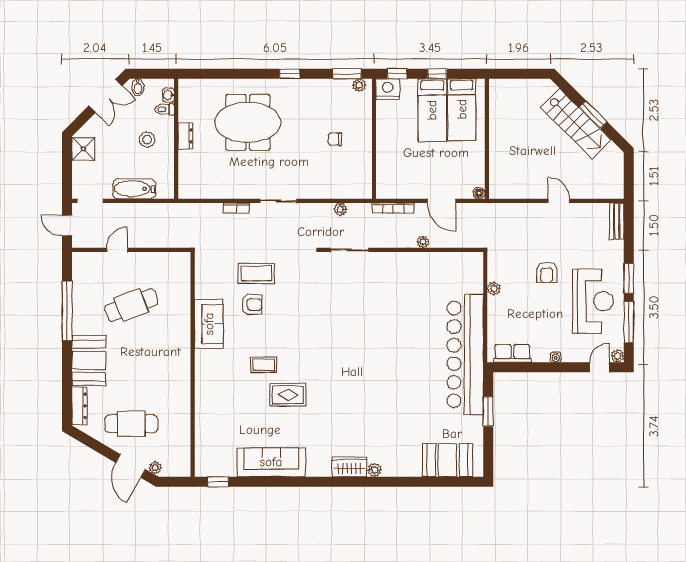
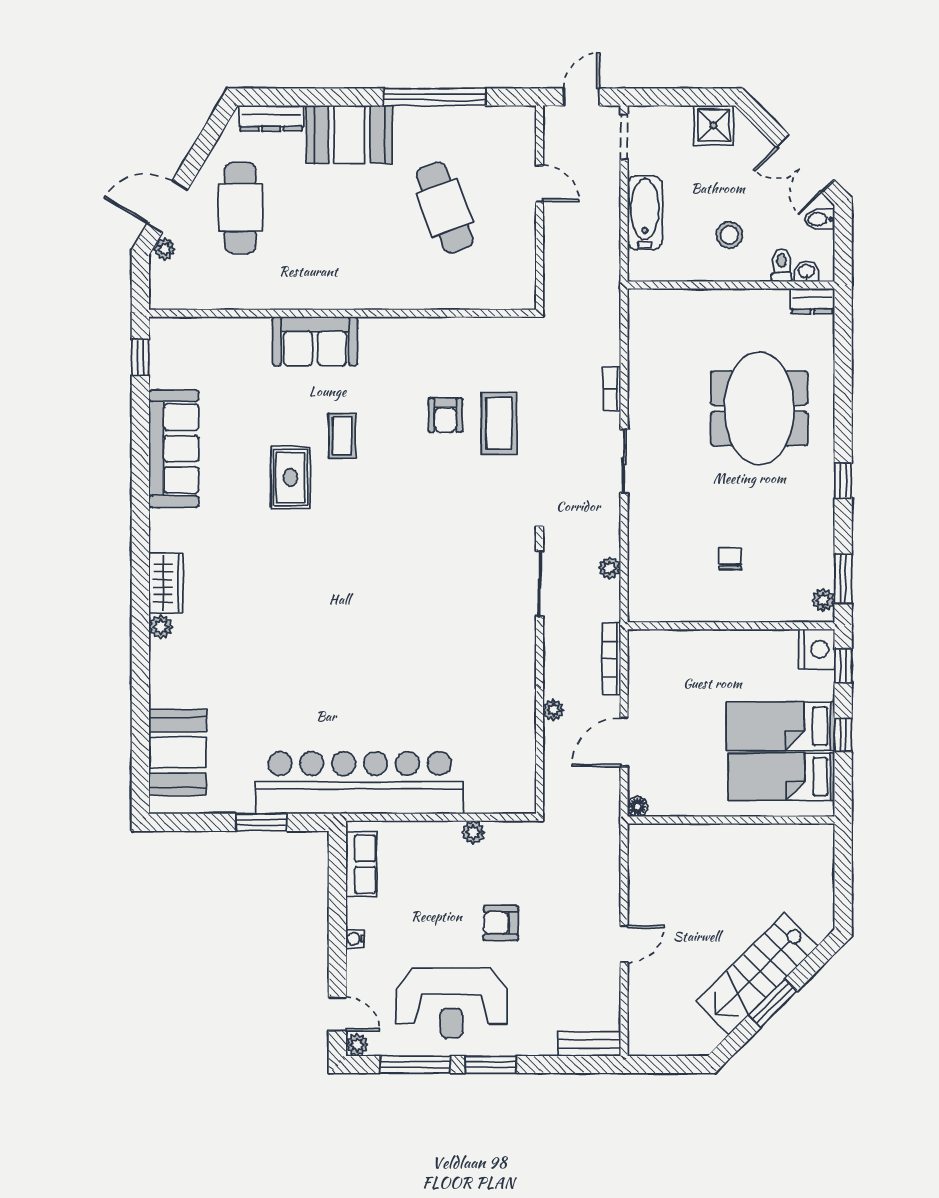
dresser: (185, 136) -> (812, 301), moved
sofa: (209, 324) -> (315, 341), moved

